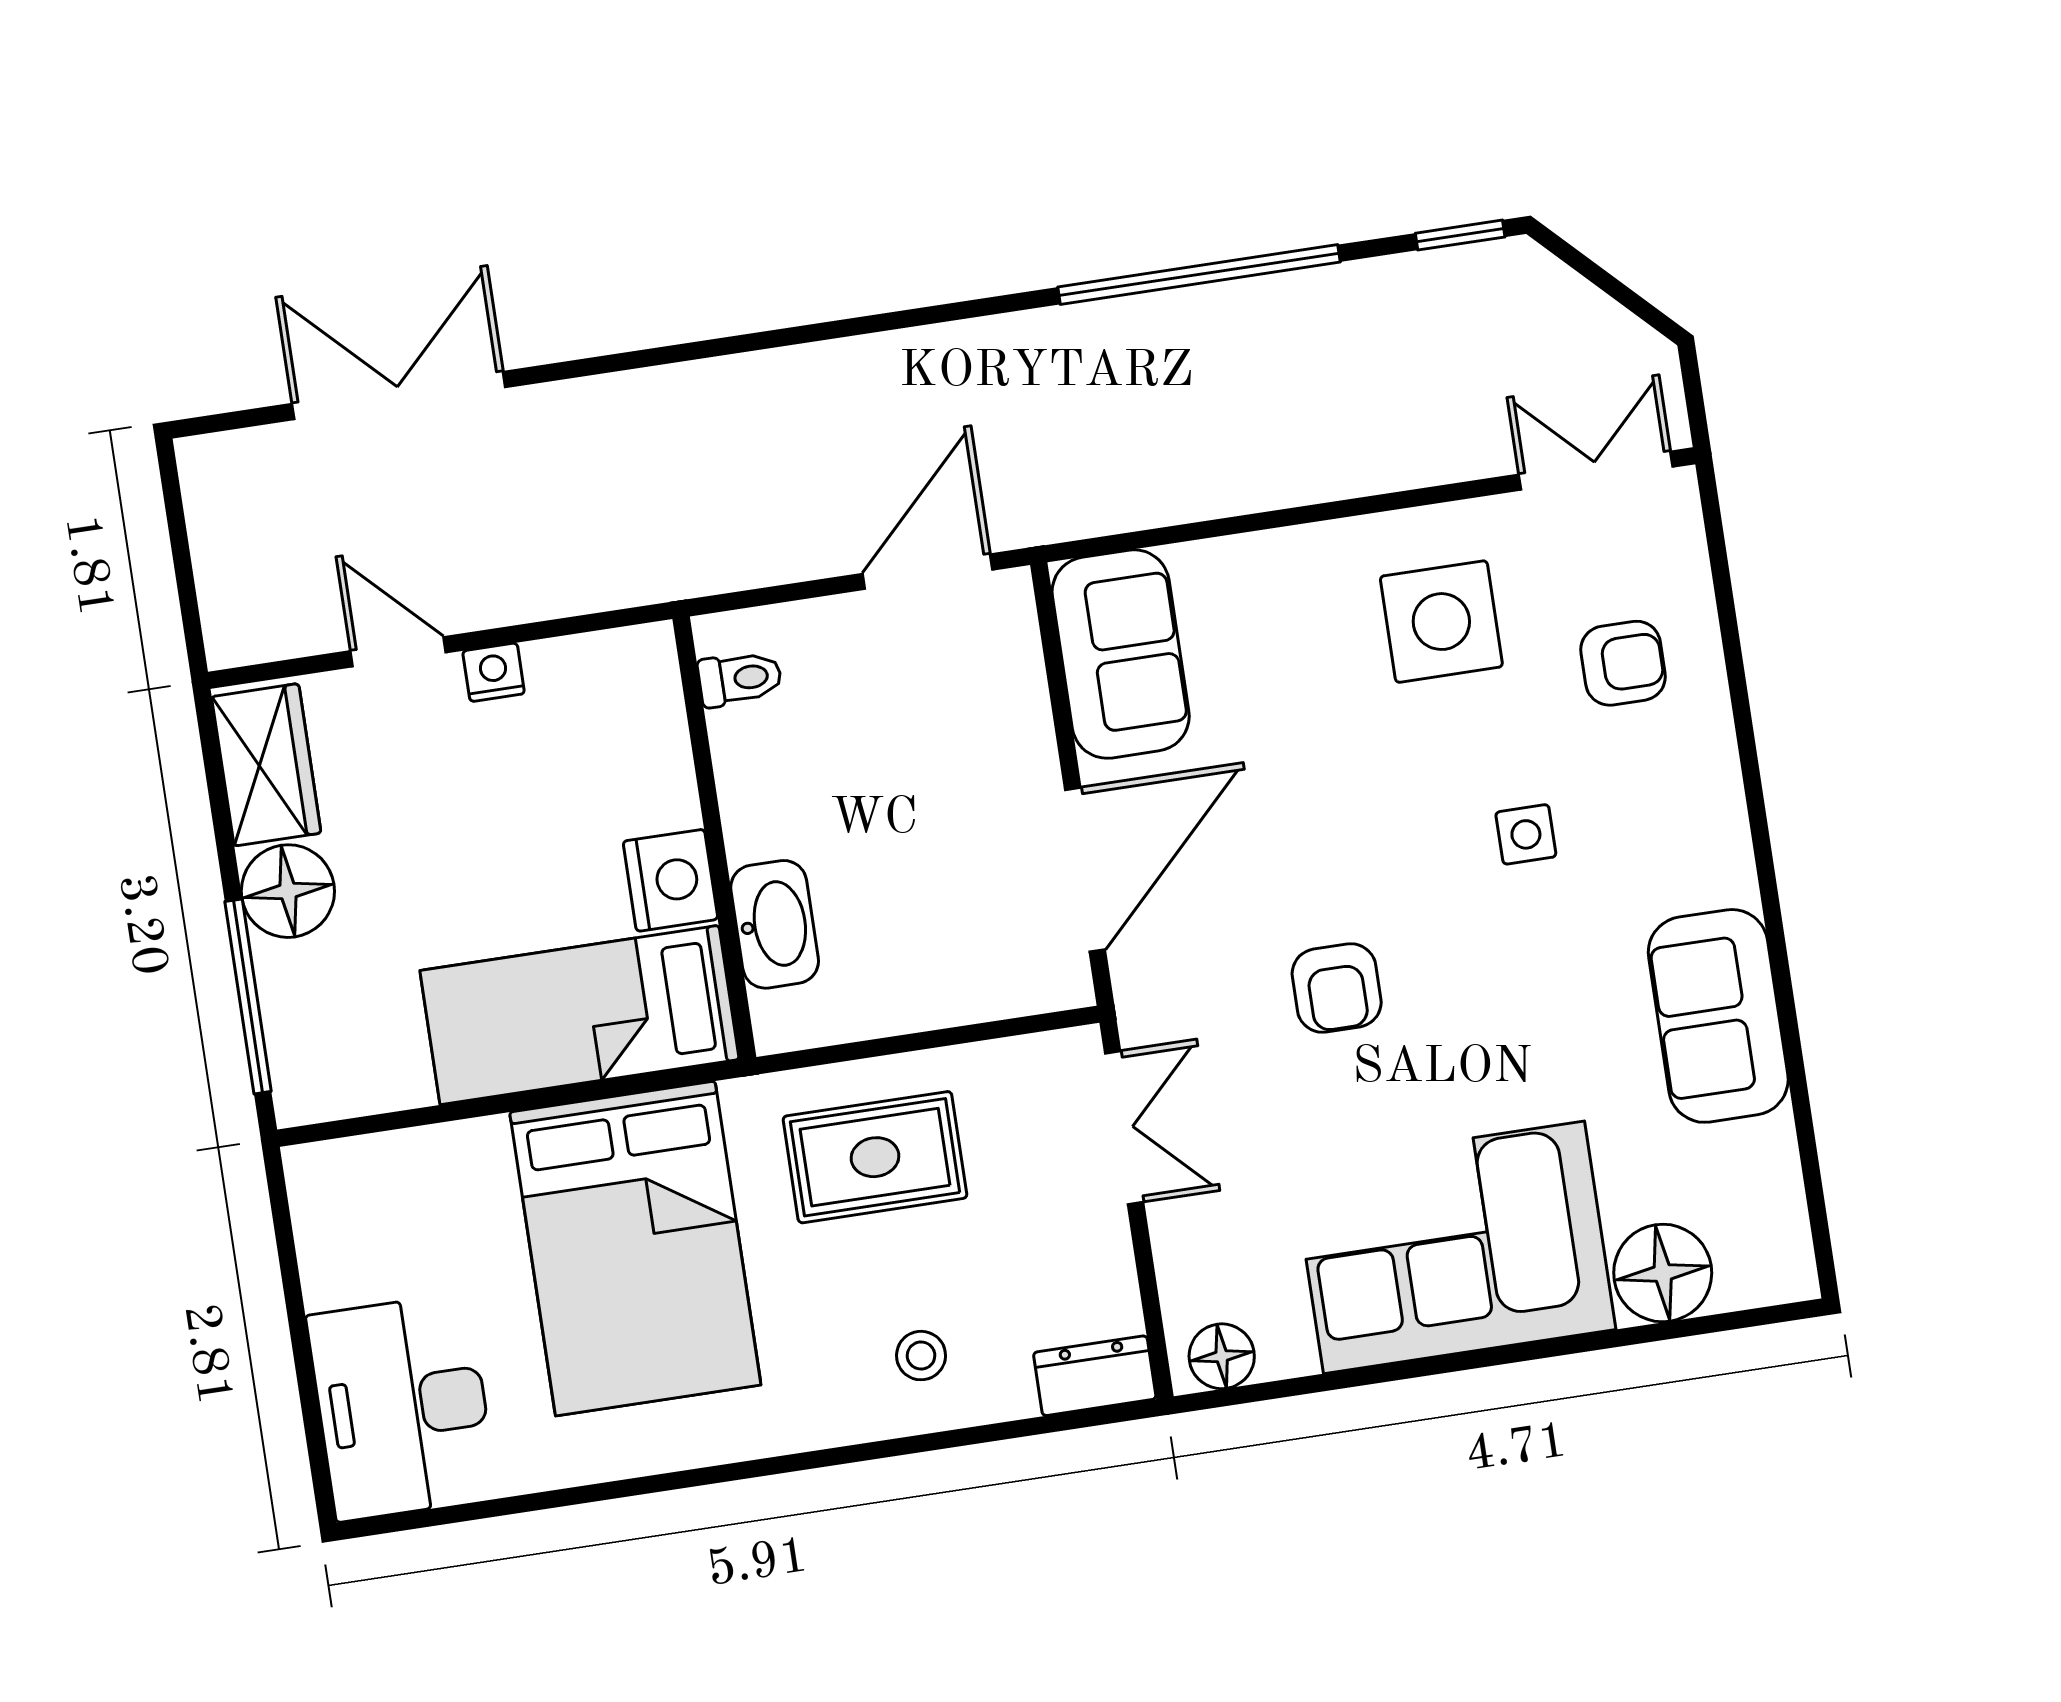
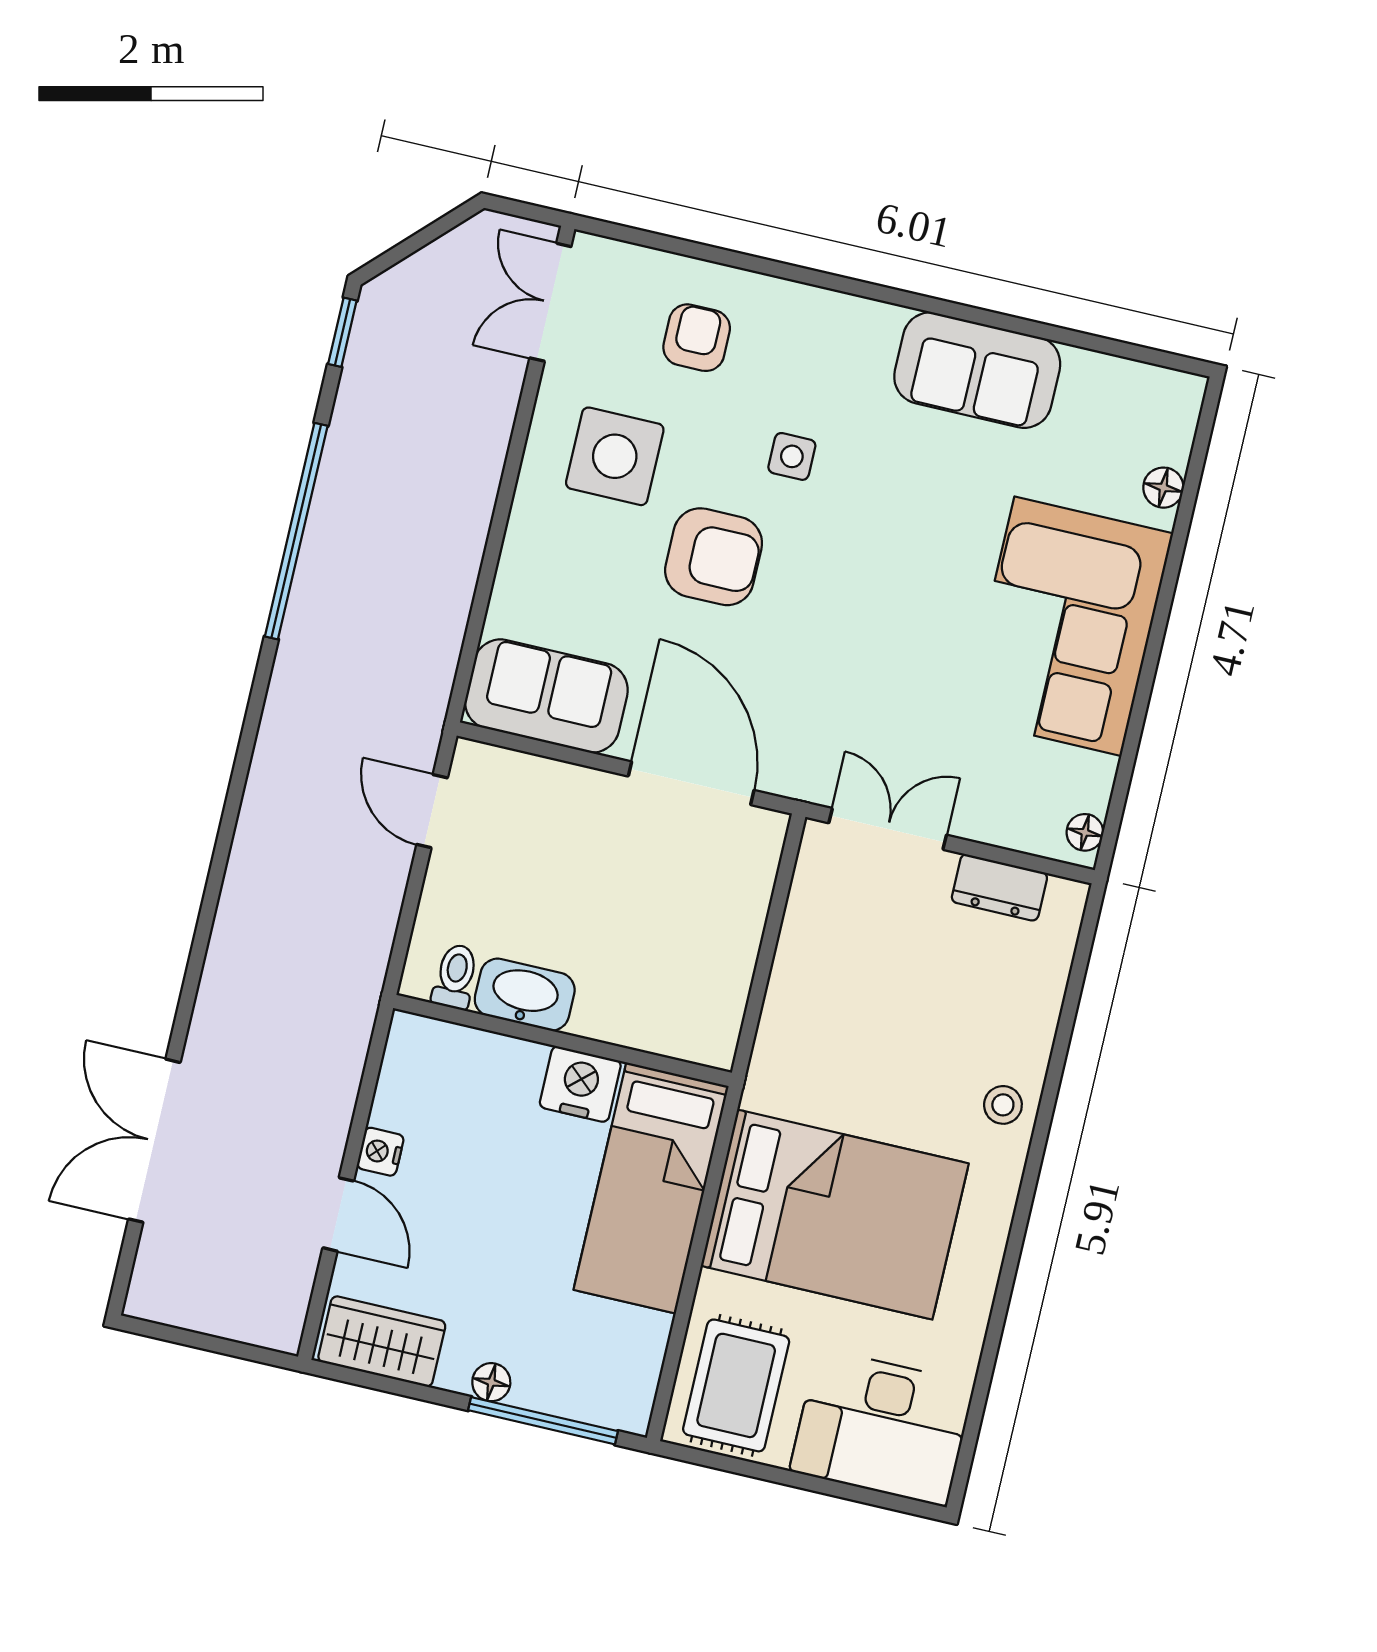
door: (928, 572) -> (432, 811), width x0.73
door: (398, 652) -> (338, 1214), swing flipped
floor lamp: (288, 891) -> (491, 1382), width x0.53, depth x0.53
washbasin: (775, 924) -> (525, 995), moved
armchair: (1337, 988) -> (714, 557), moved, width x1.38, depth x1.38
rug: (875, 1157) -> (736, 1385), moved
floor lamp: (1663, 1273) -> (1163, 488), width x0.53, depth x0.53
stool: (921, 1356) -> (1003, 1105), moved
floor lamp: (1222, 1356) -> (1085, 832), width x0.73, depth x0.73
dresser: (1095, 1376) -> (999, 887), moved, turned -90

